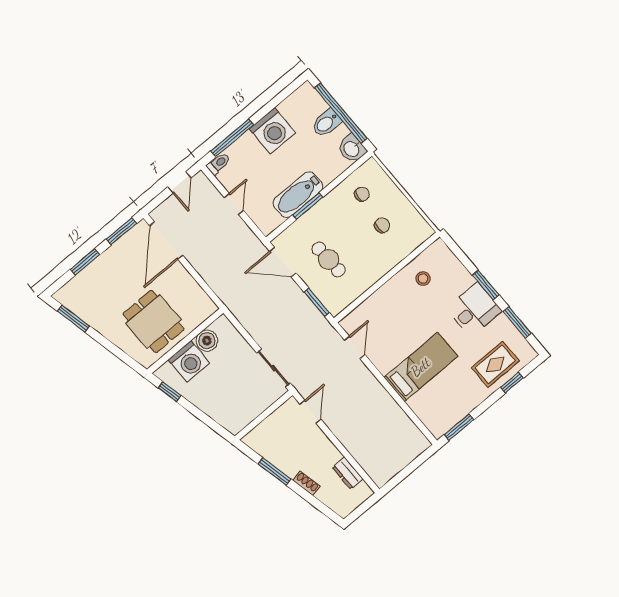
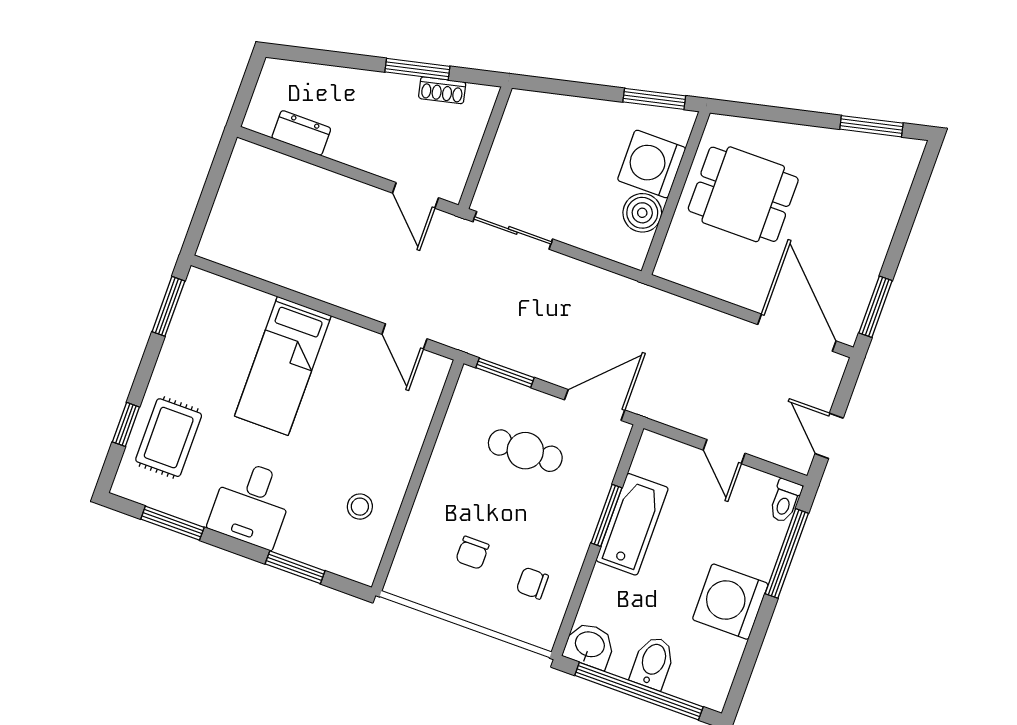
chair: (362, 194) -> (532, 583), turned 84
window: (85, 262) -> (905, 225), removed
window: (486, 285) -> (295, 567), moved
window: (170, 392) -> (654, 99), width x1.50
shoe rack: (306, 483) -> (442, 90), moved

